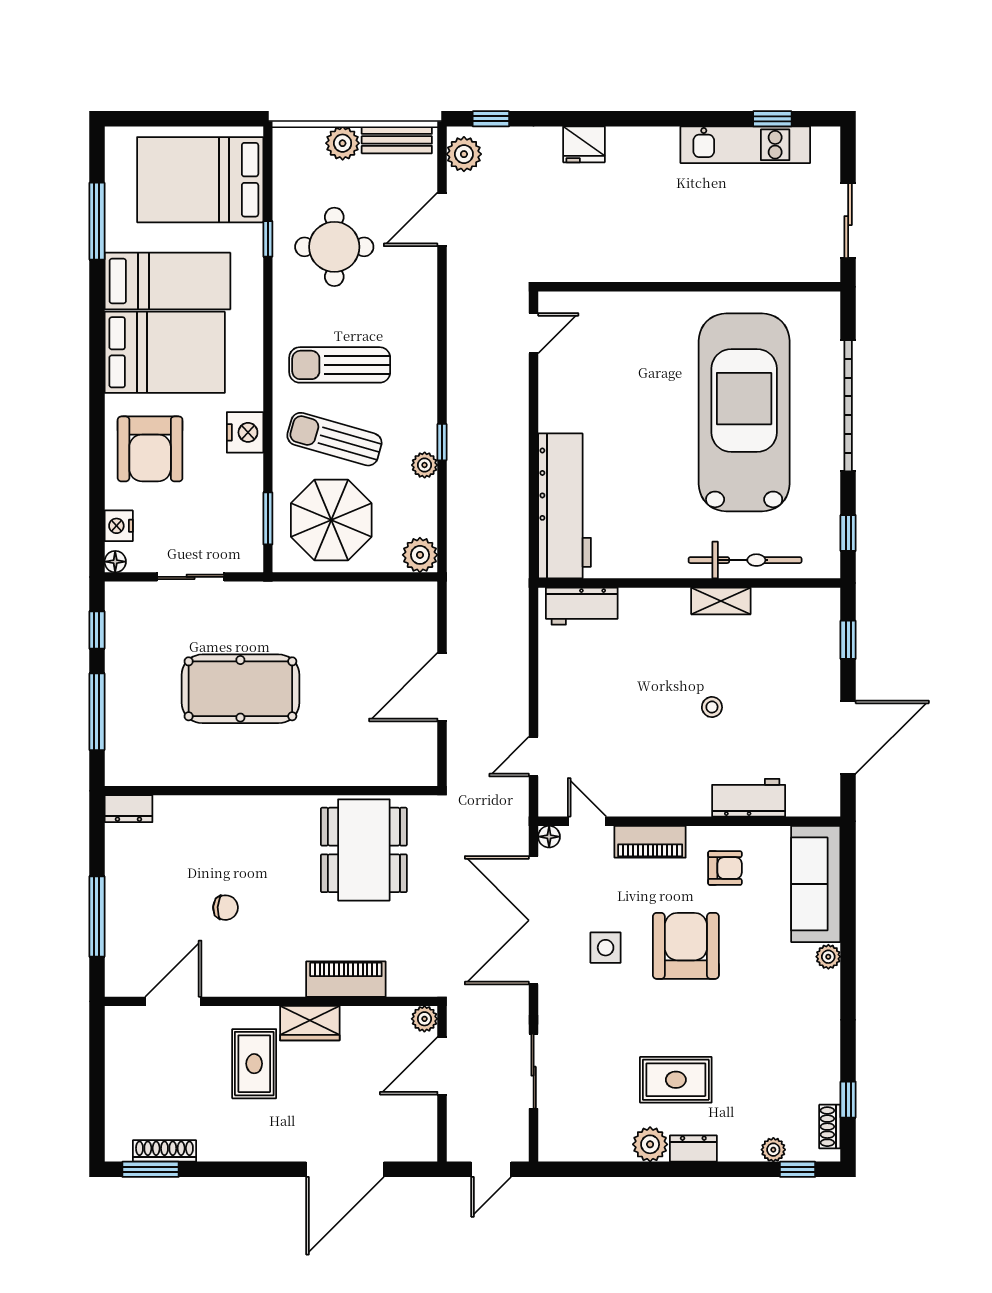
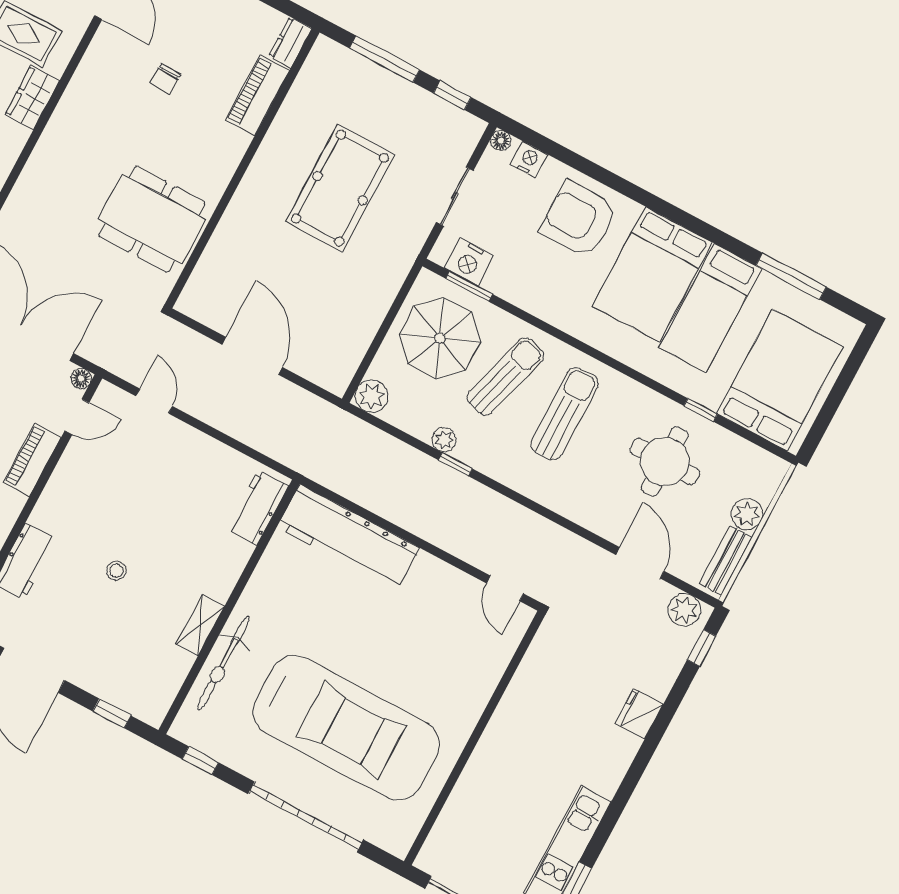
nightstand: (245, 432) -> (469, 262), moved
piano: (346, 979) -> (257, 95), moved, turned 180

